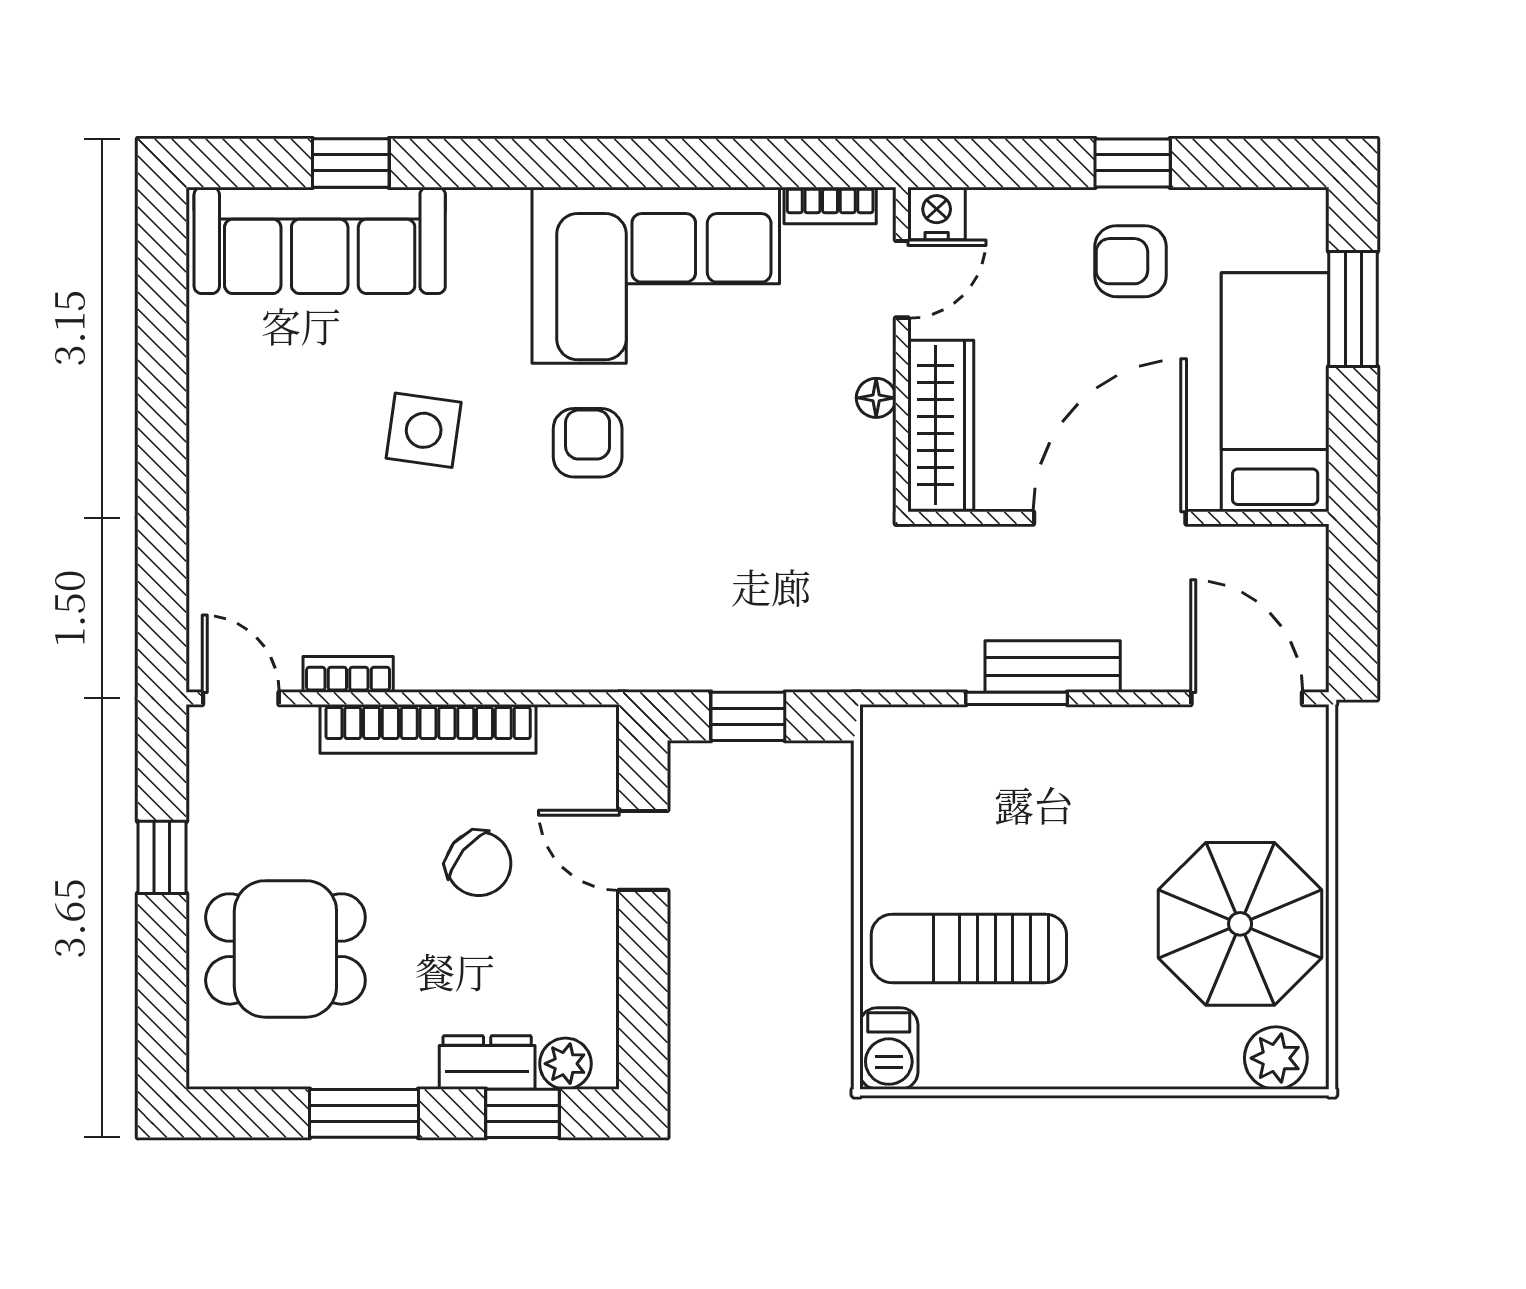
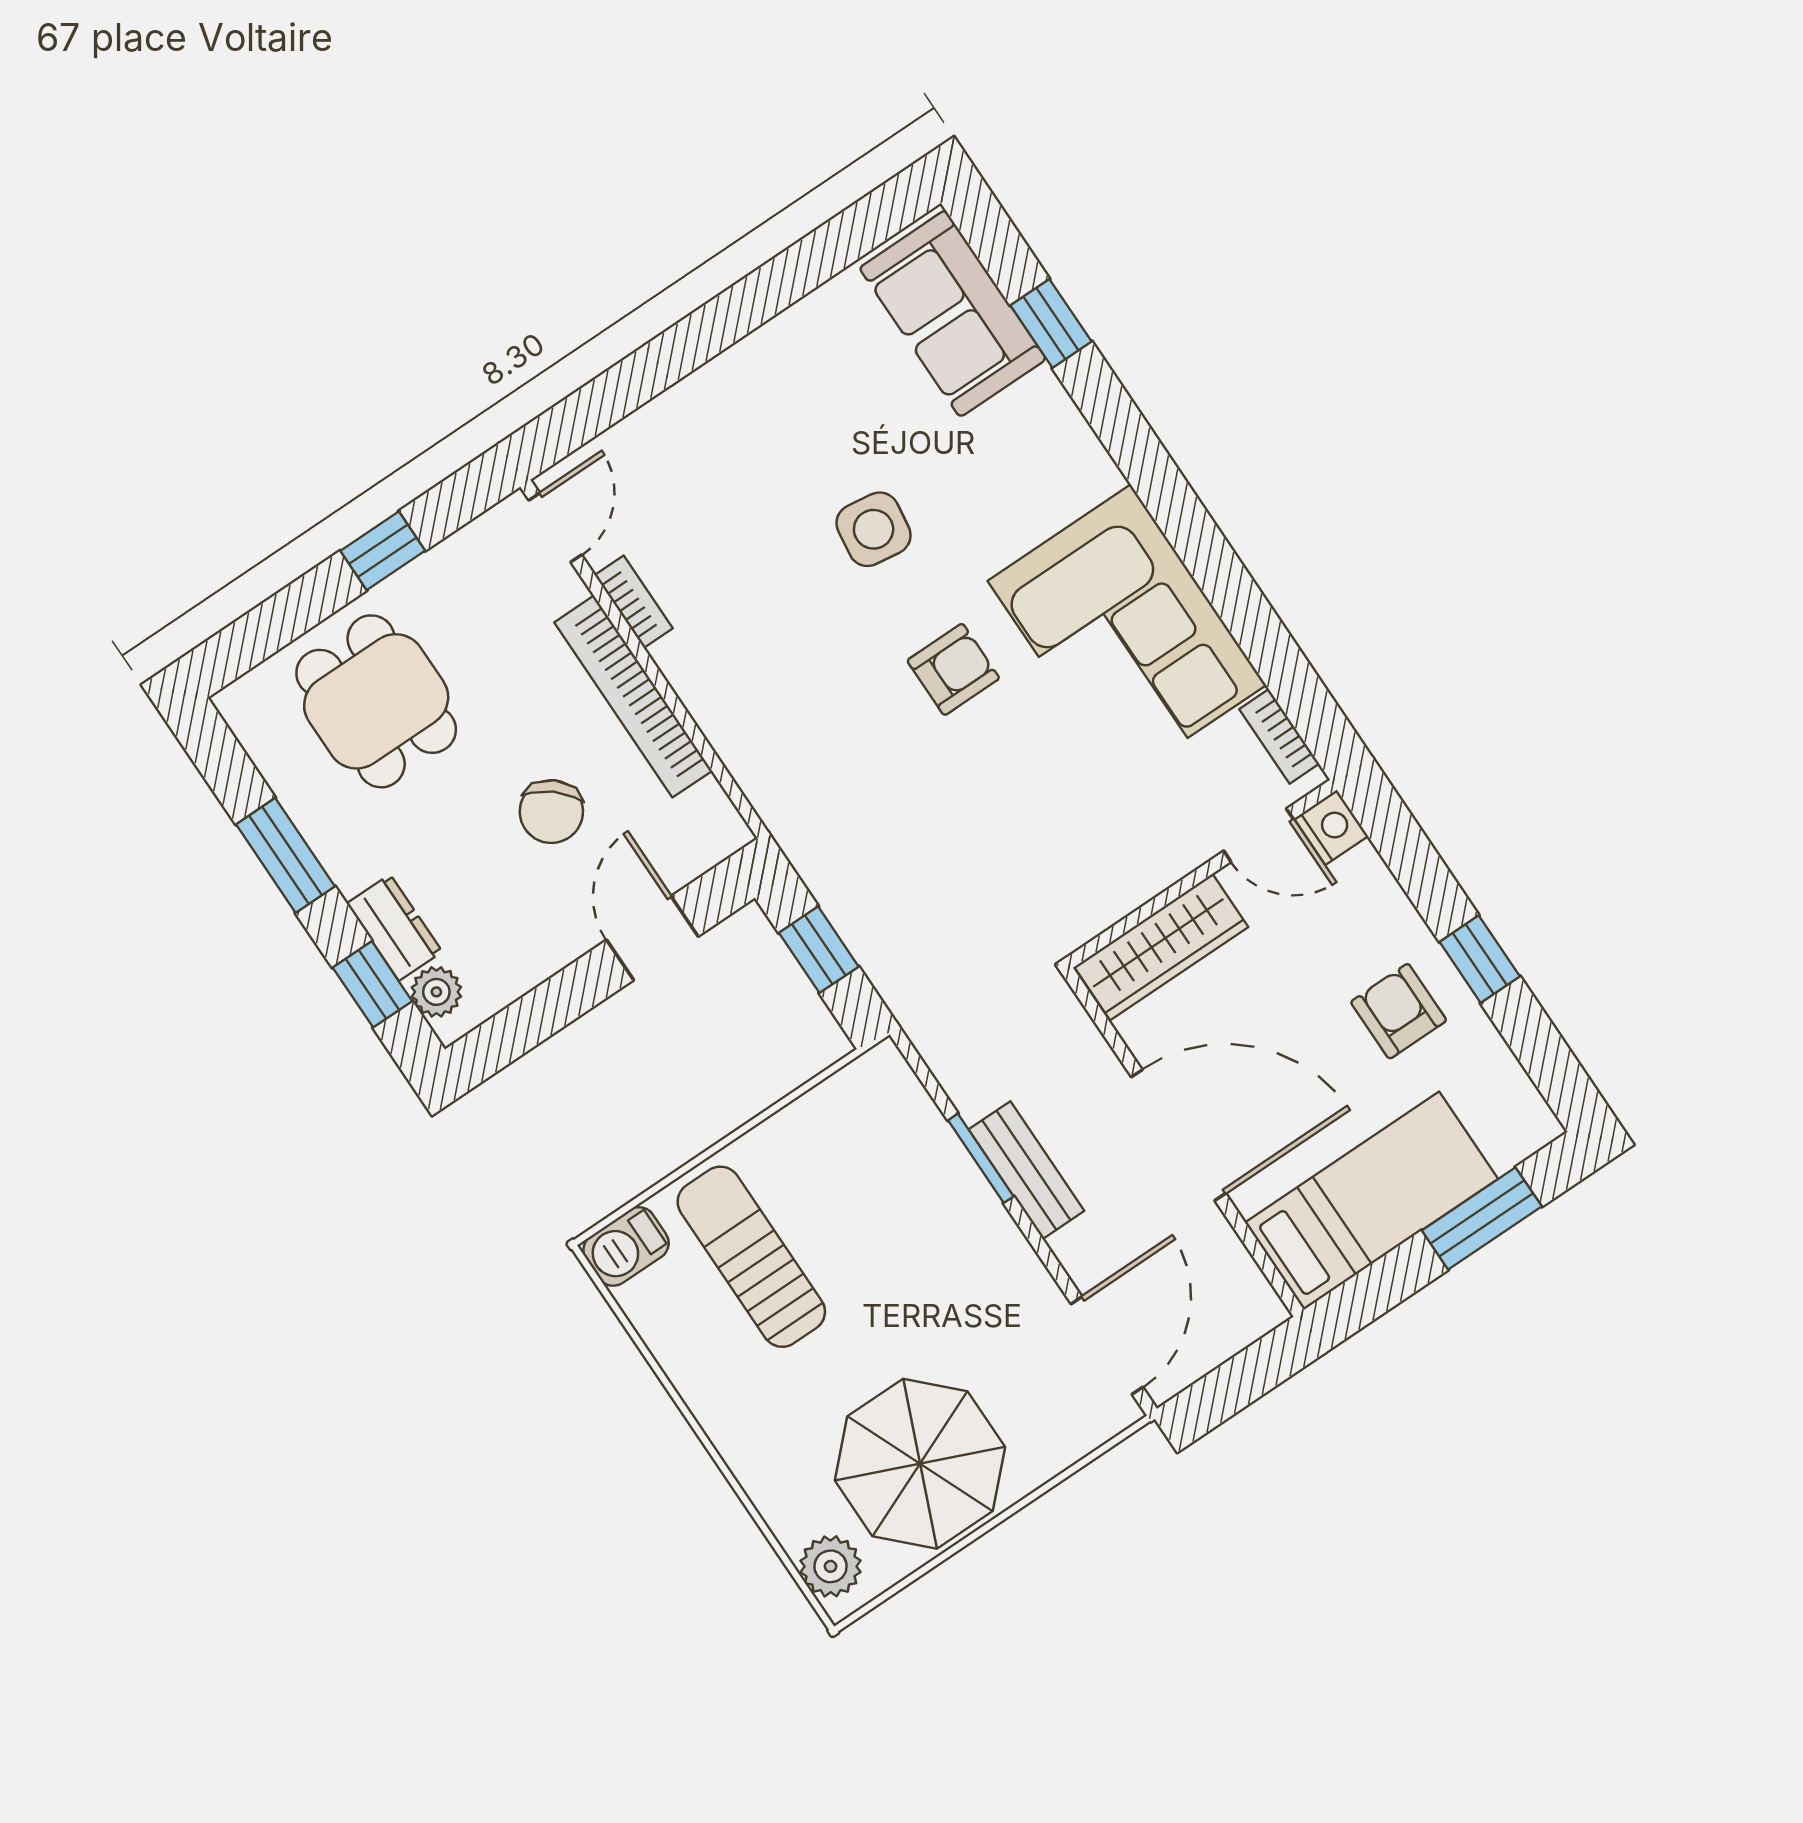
sofa: (320, 240) -> (953, 314), width x0.73
floor lamp: (876, 398) -> (1148, 879), removed

